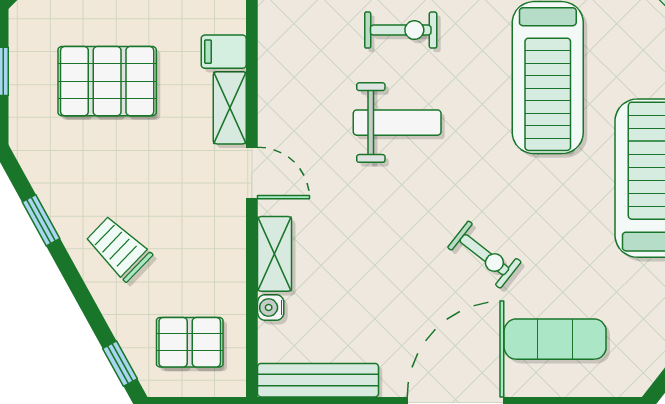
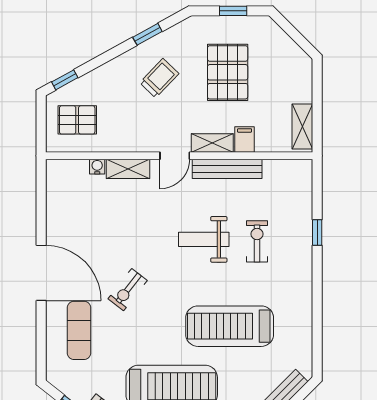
exercise bike: (401, 30) -> (257, 241), turned 180
weight bench: (397, 123) -> (204, 239), turned 90
trolley: (119, 249) -> (159, 78), moved
pallet: (190, 342) -> (77, 120), turned 90
bench: (318, 380) -> (227, 169), moved, turned 90

